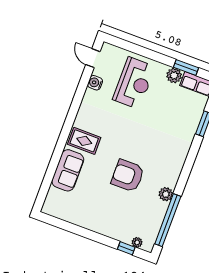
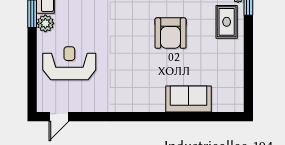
water cooler: (95, 83) -> (84, 105), removed
rug: (84, 141) -> (227, 22), moved

